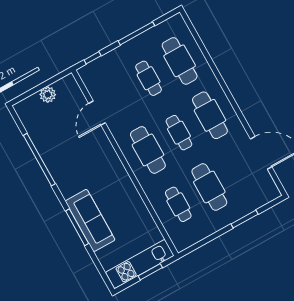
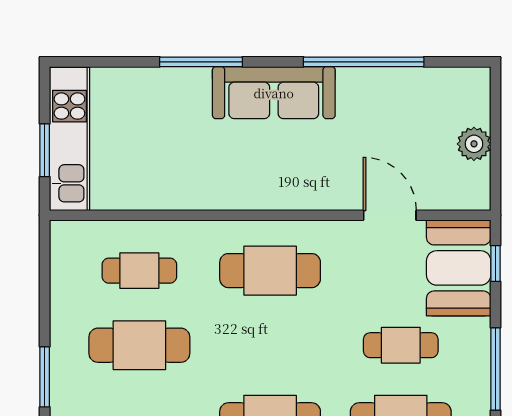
booth: (103, 72) -> (459, 268), added
cafe table: (179, 133) -> (270, 345), removed
sofa: (90, 220) -> (274, 93), moved

